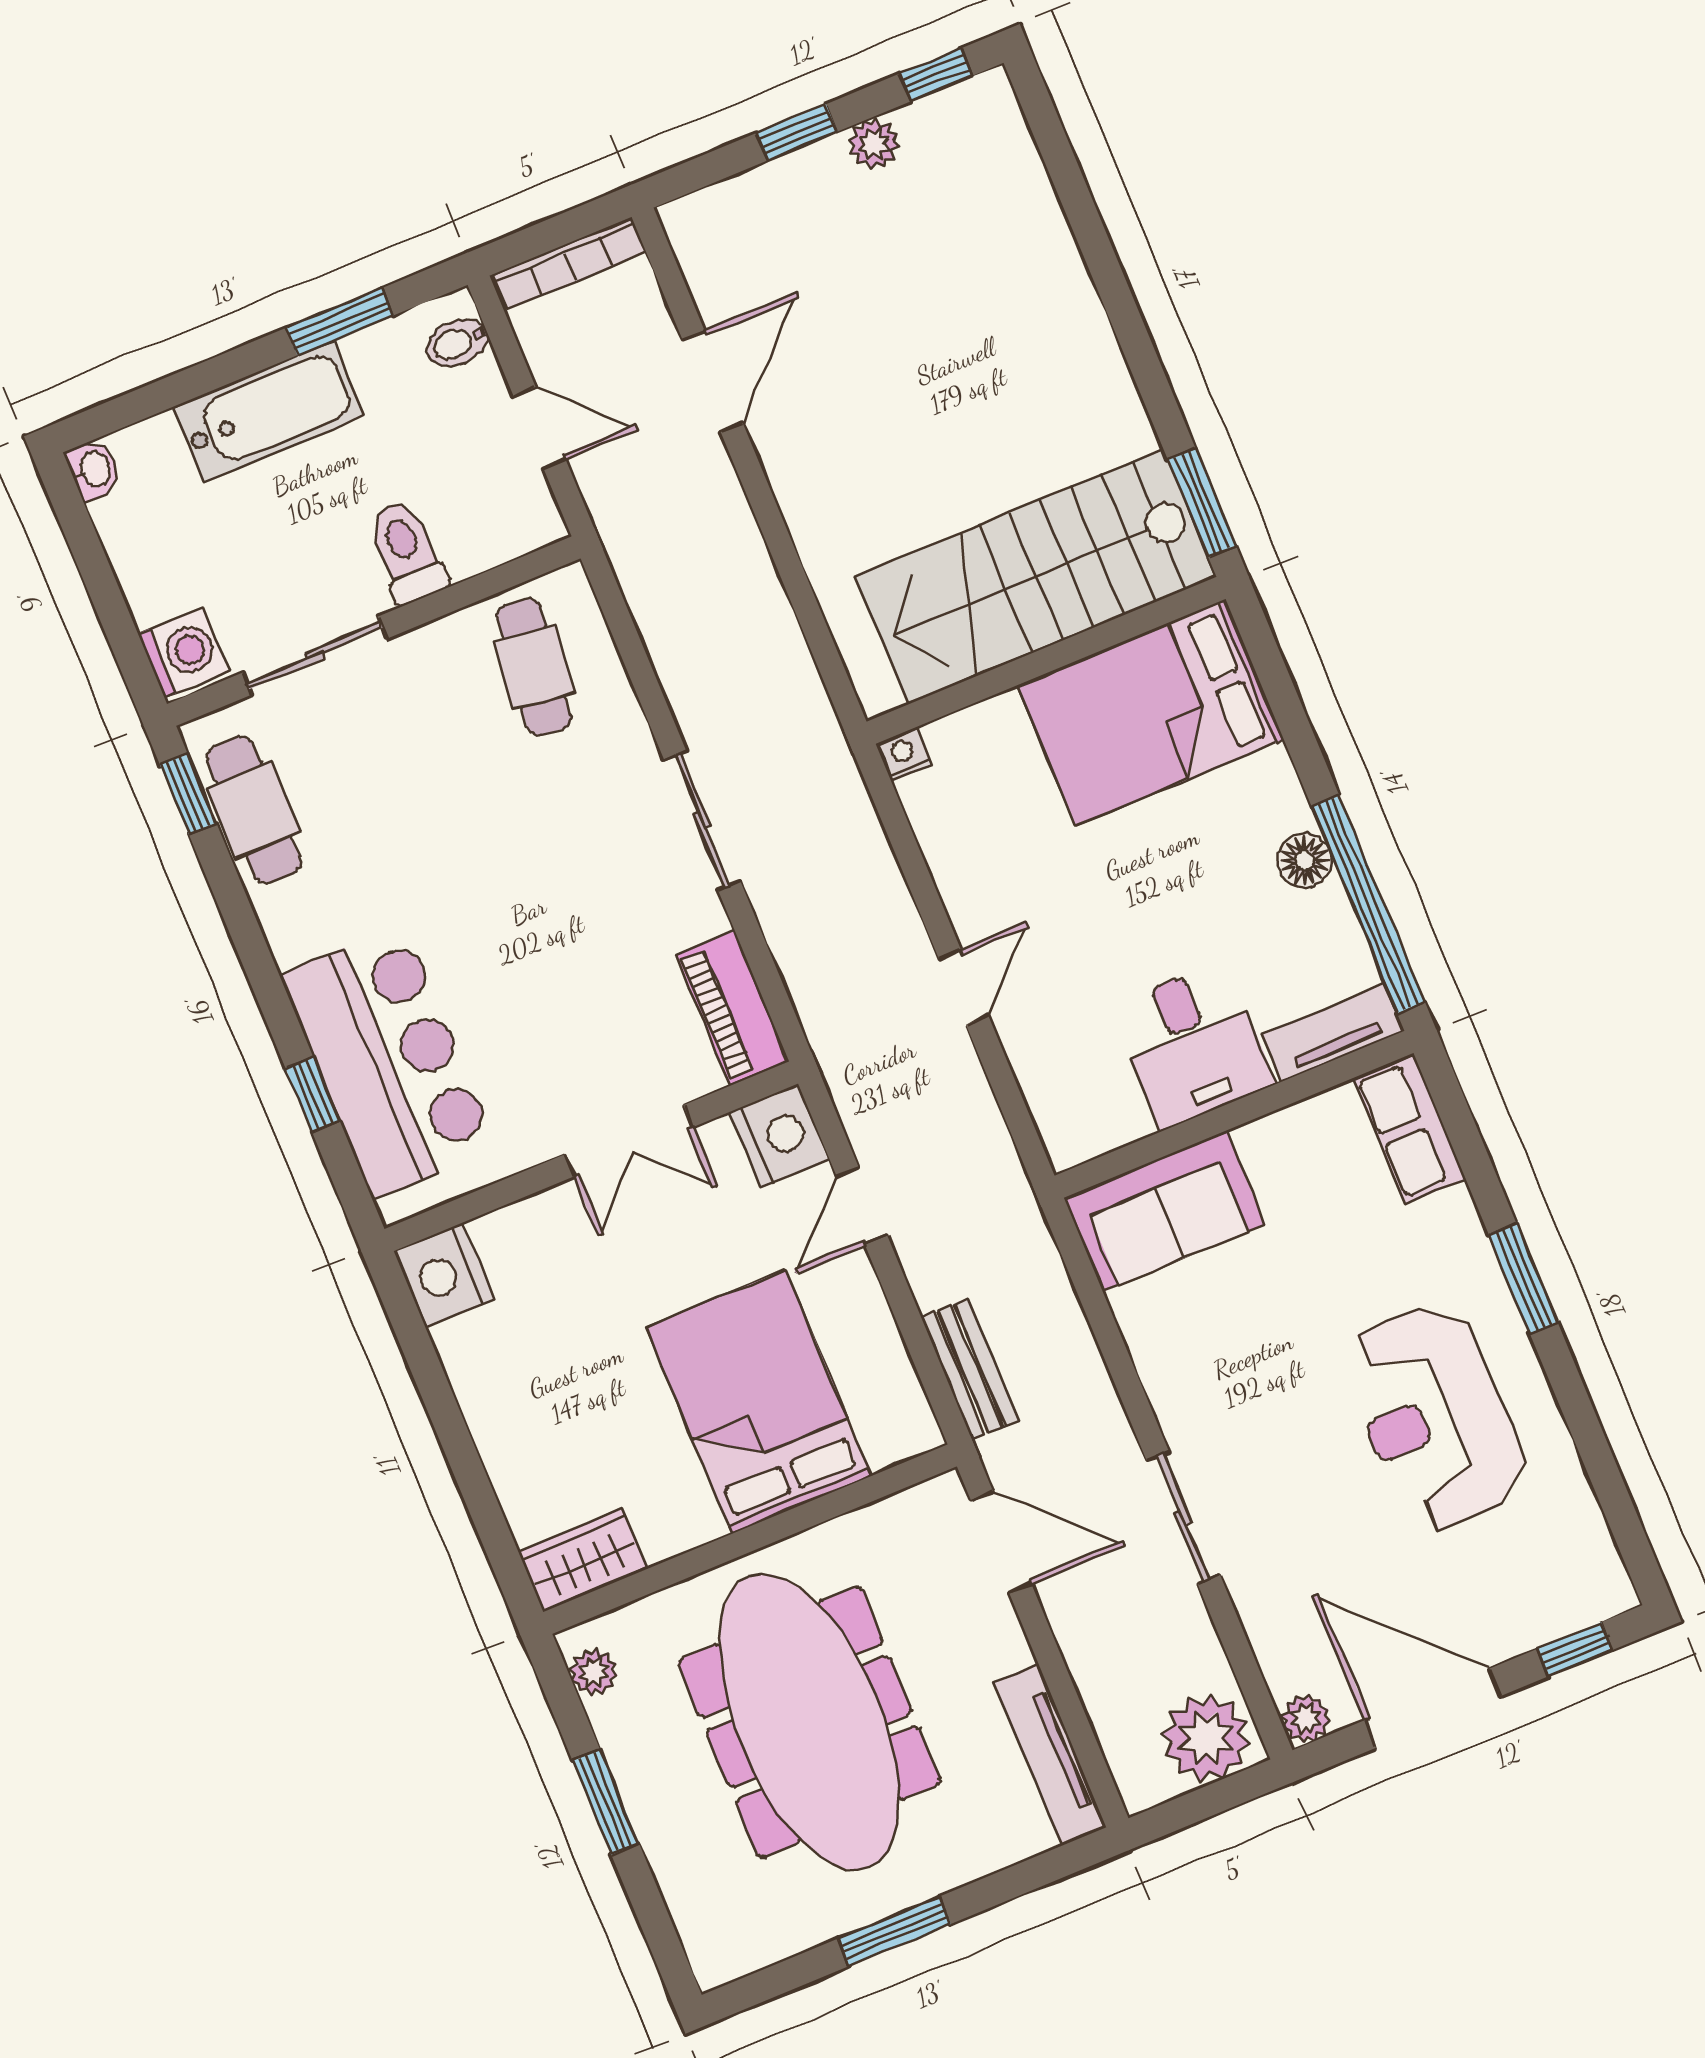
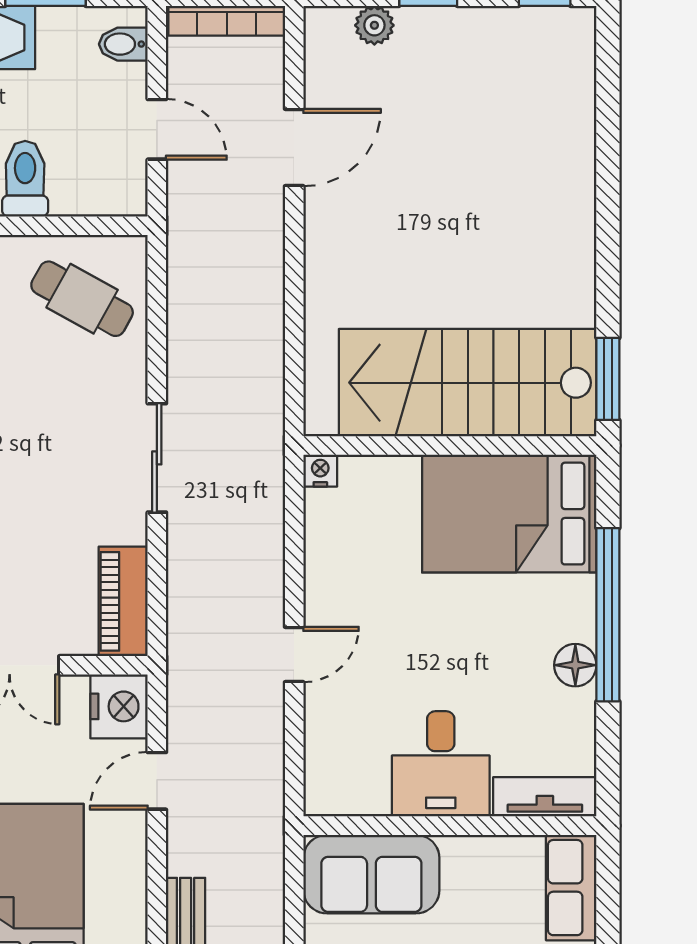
plant: (874, 144) -> (374, 25), moved
cafe table: (534, 667) -> (82, 299), turned -68
window: (1368, 904) -> (608, 615), moved

